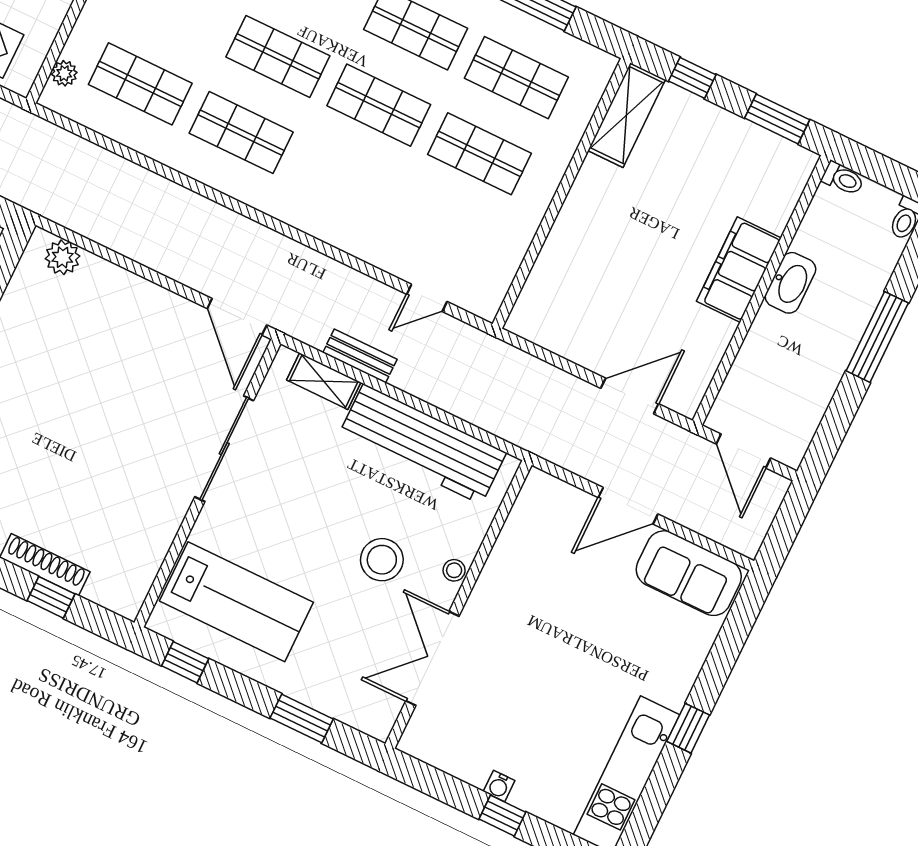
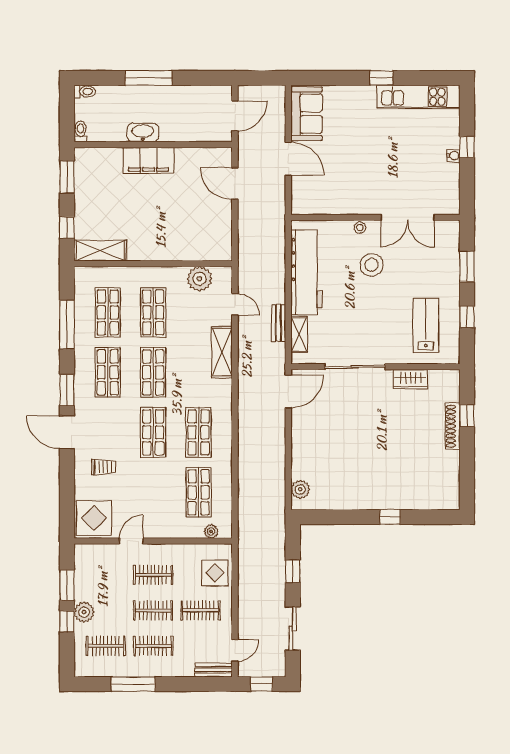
shelving: (357, 237) -> (222, 352), added
plant: (498, 259) -> (199, 279), added
wardrobe: (158, 532) -> (410, 379), added
lab bench: (236, 602) -> (426, 325), width x0.73, depth x0.72
window: (185, 662) -> (467, 317), moved

